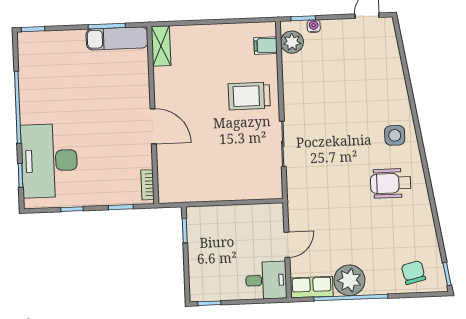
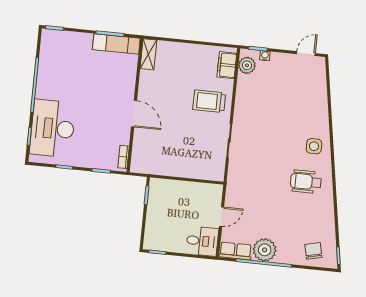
filing cabinet: (266, 46) -> (227, 65), width x2.00

